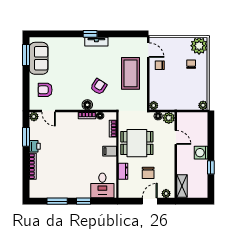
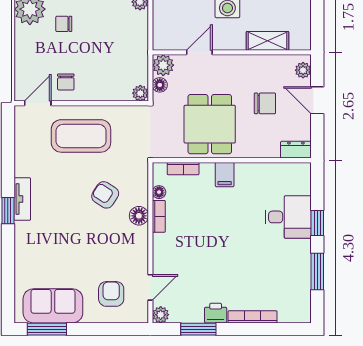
armchair: (45, 90) -> (111, 294), turned 180
dresser: (123, 171) -> (296, 150), moved
desk: (102, 185) -> (288, 217), moved
shelving: (182, 186) -> (267, 41), moved

